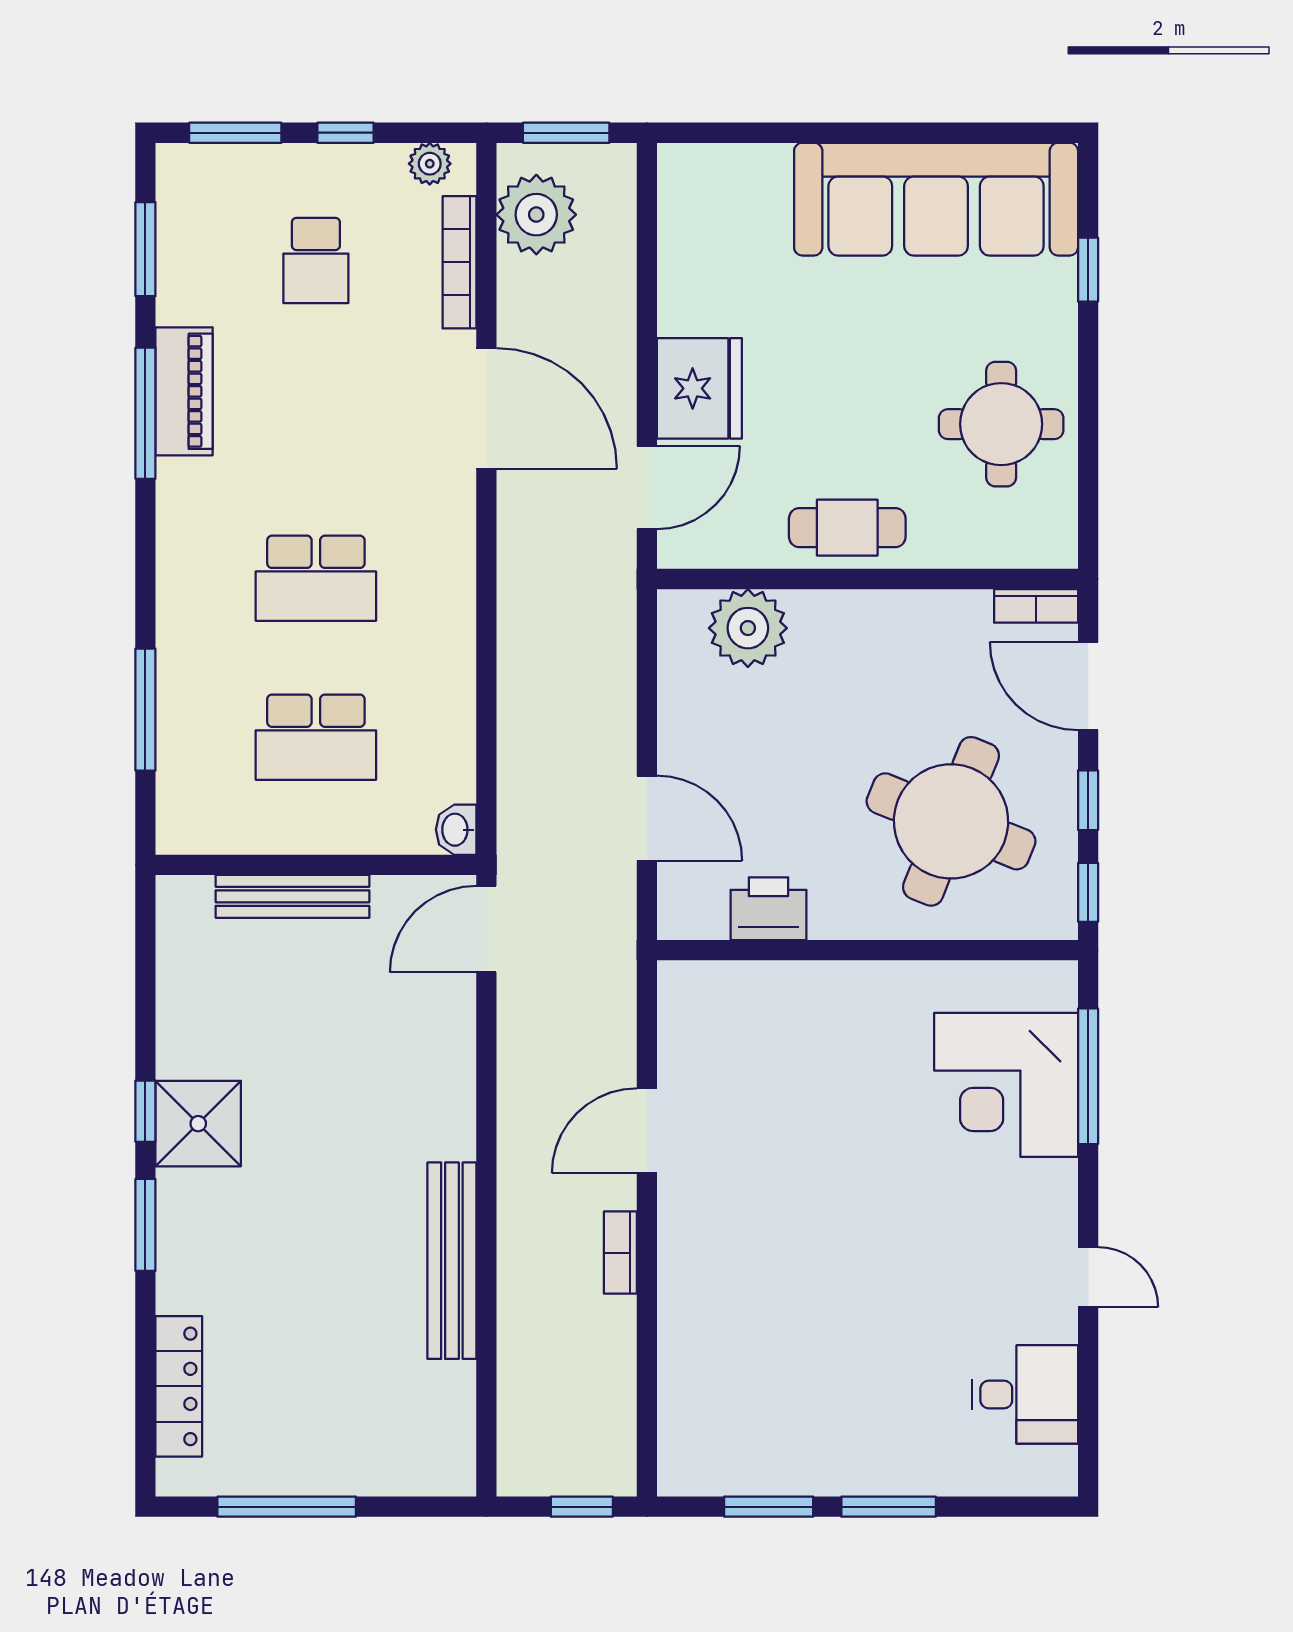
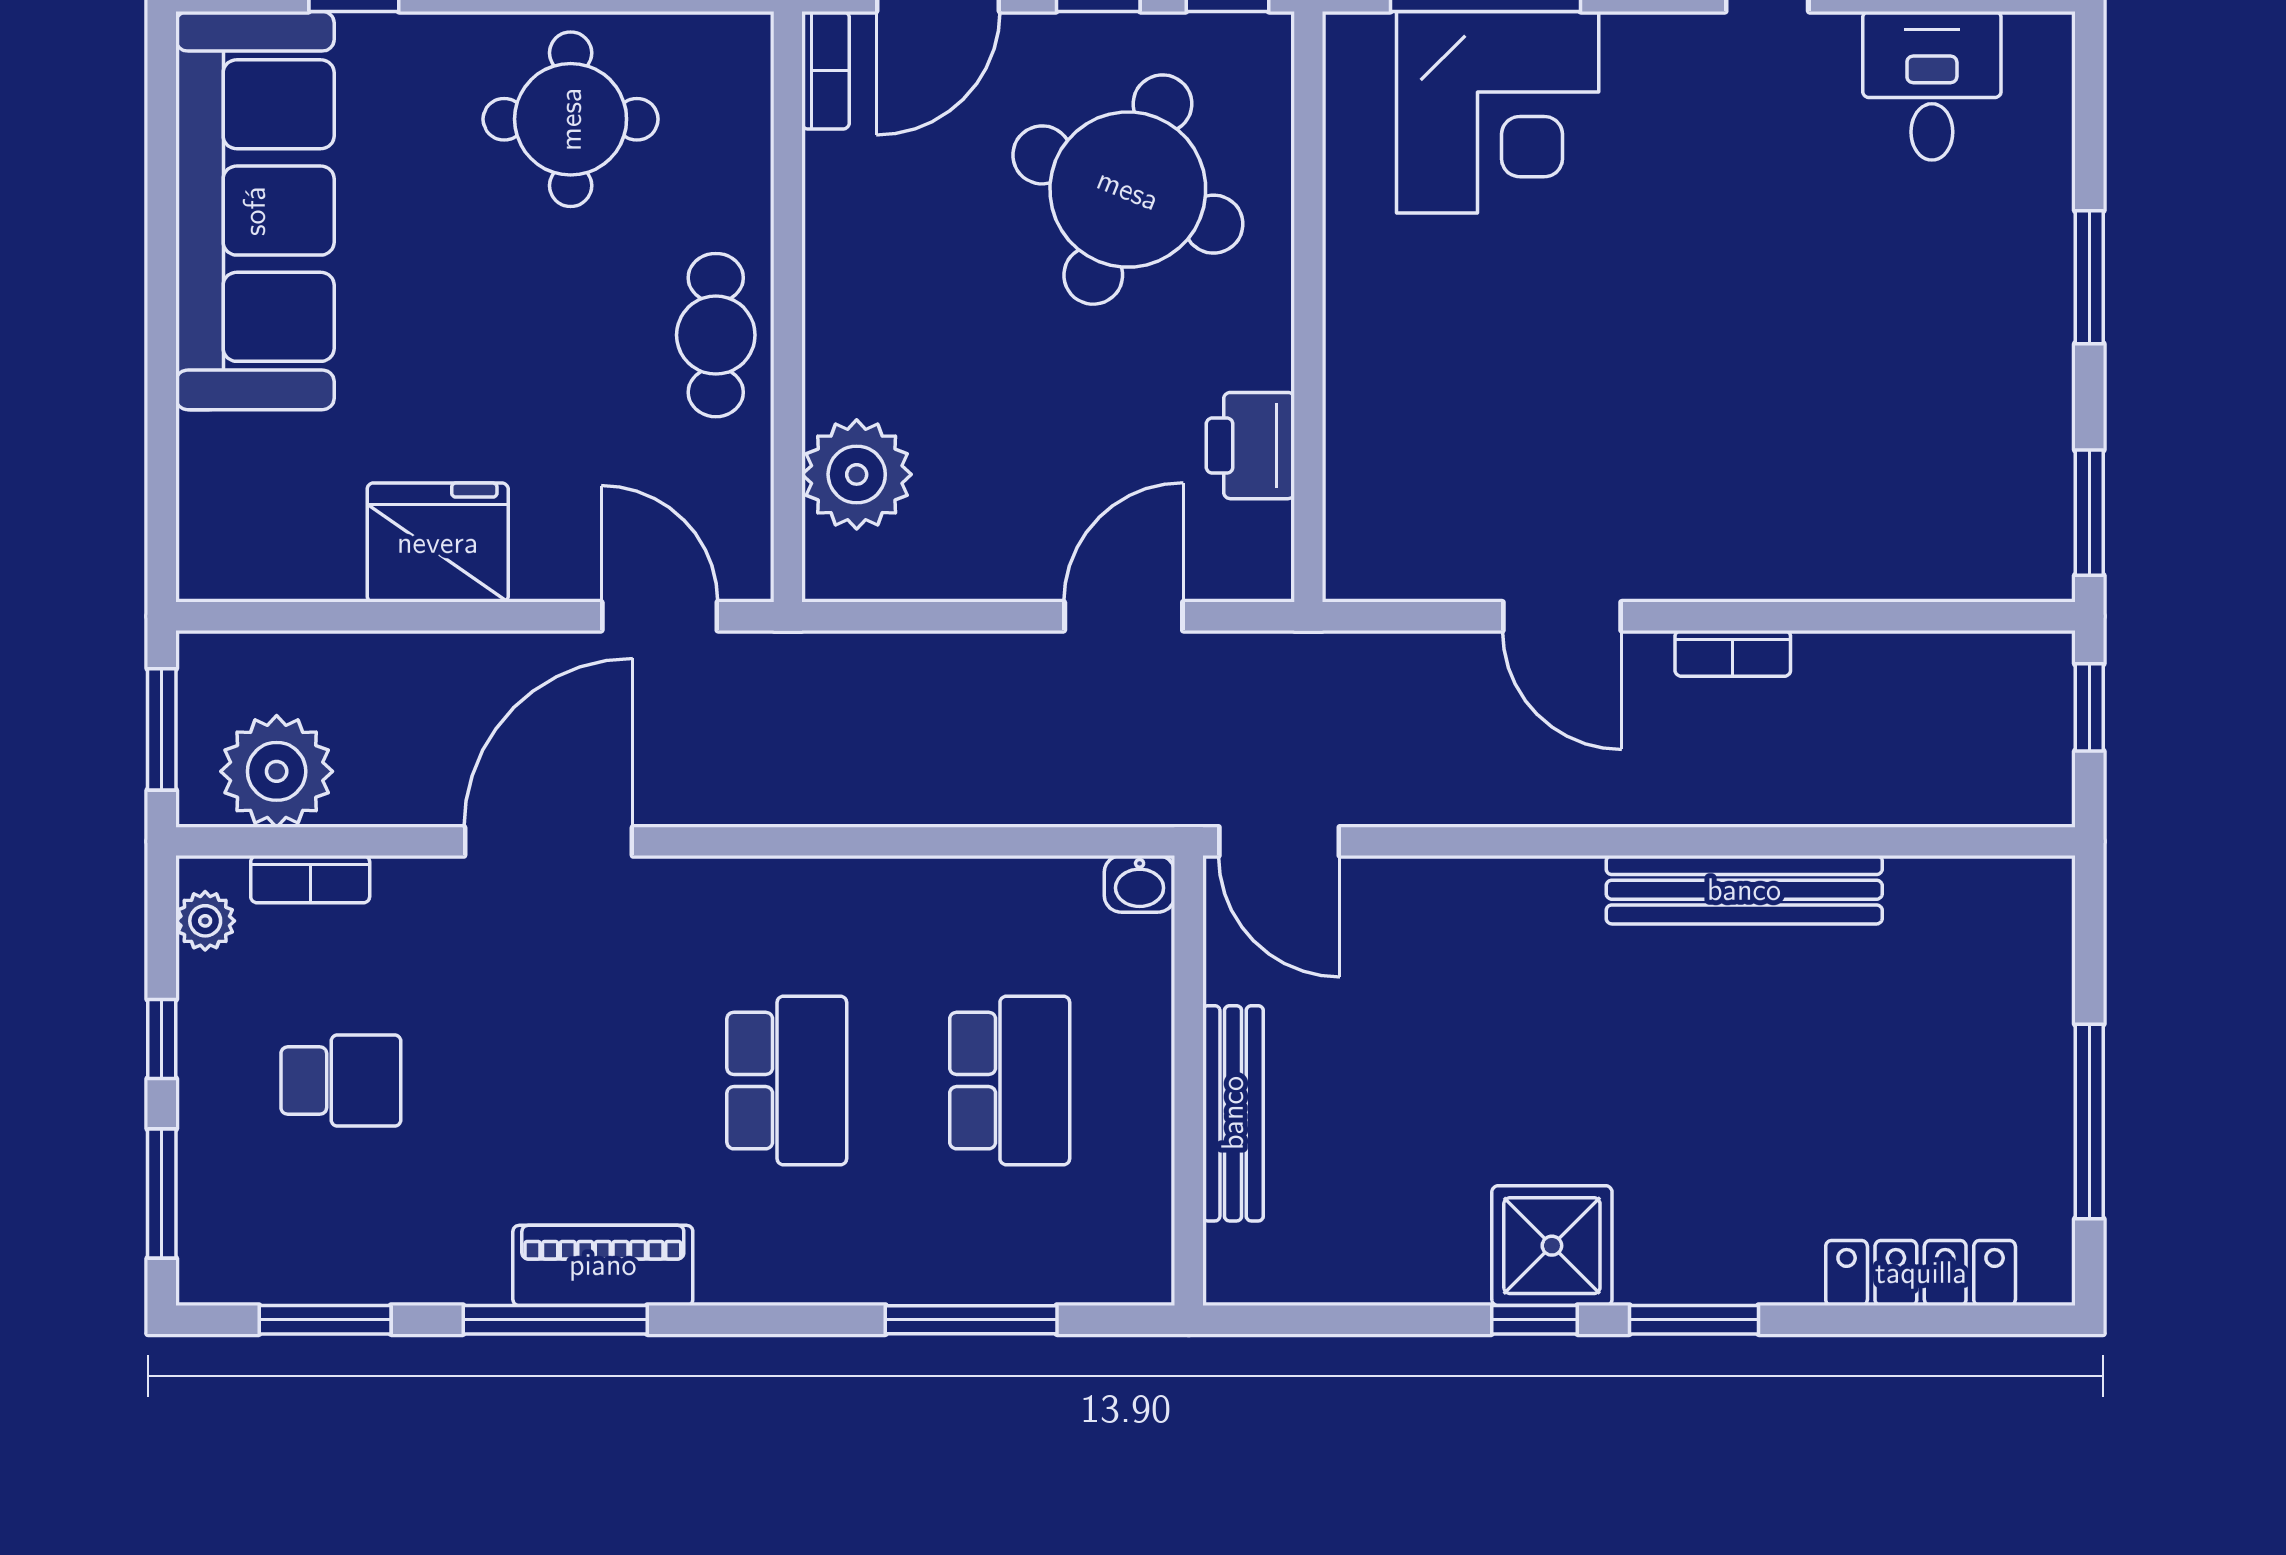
bookcase: (459, 262) -> (310, 879), width x0.64
fridge: (699, 388) -> (438, 543), moved
piano: (184, 391) -> (603, 1265), moved
window: (769, 1507) -> (2089, 513), moved

